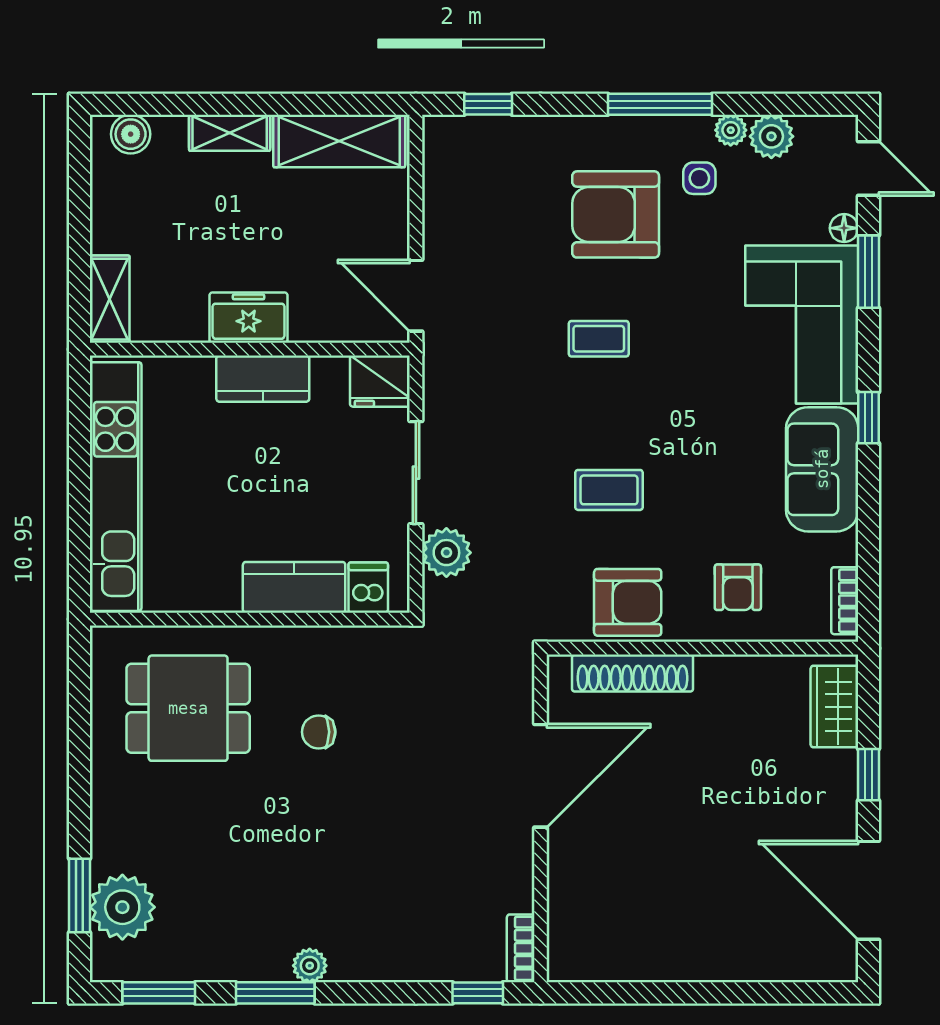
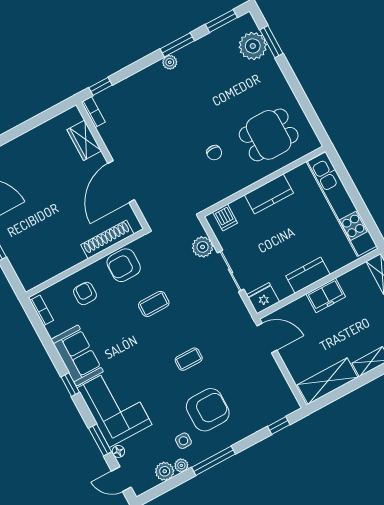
kitchen counter: (294, 587) -> (269, 194), moved
wardrobe: (834, 707) -> (84, 140), moved, turned 180
chair: (319, 732) -> (214, 153), turned 90

